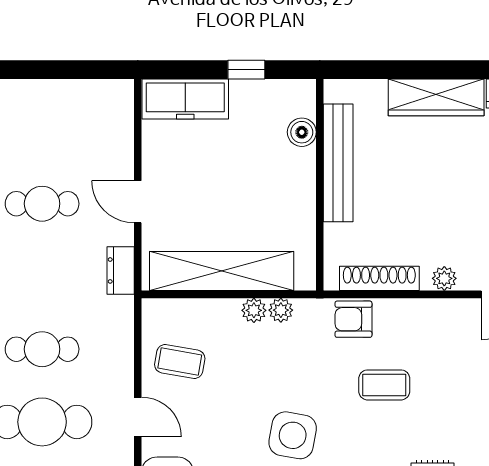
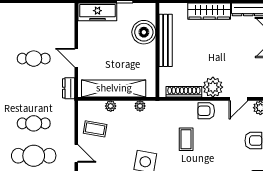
boiler: (302, 132) -> (144, 32), width x1.86, depth x1.86
plant: (444, 278) -> (213, 87), width x1.87, depth x1.87
plant: (254, 310) -> (111, 106), moved
armchair: (353, 319) -> (206, 111), moved
coffee table: (384, 385) -> (186, 139), turned 90

